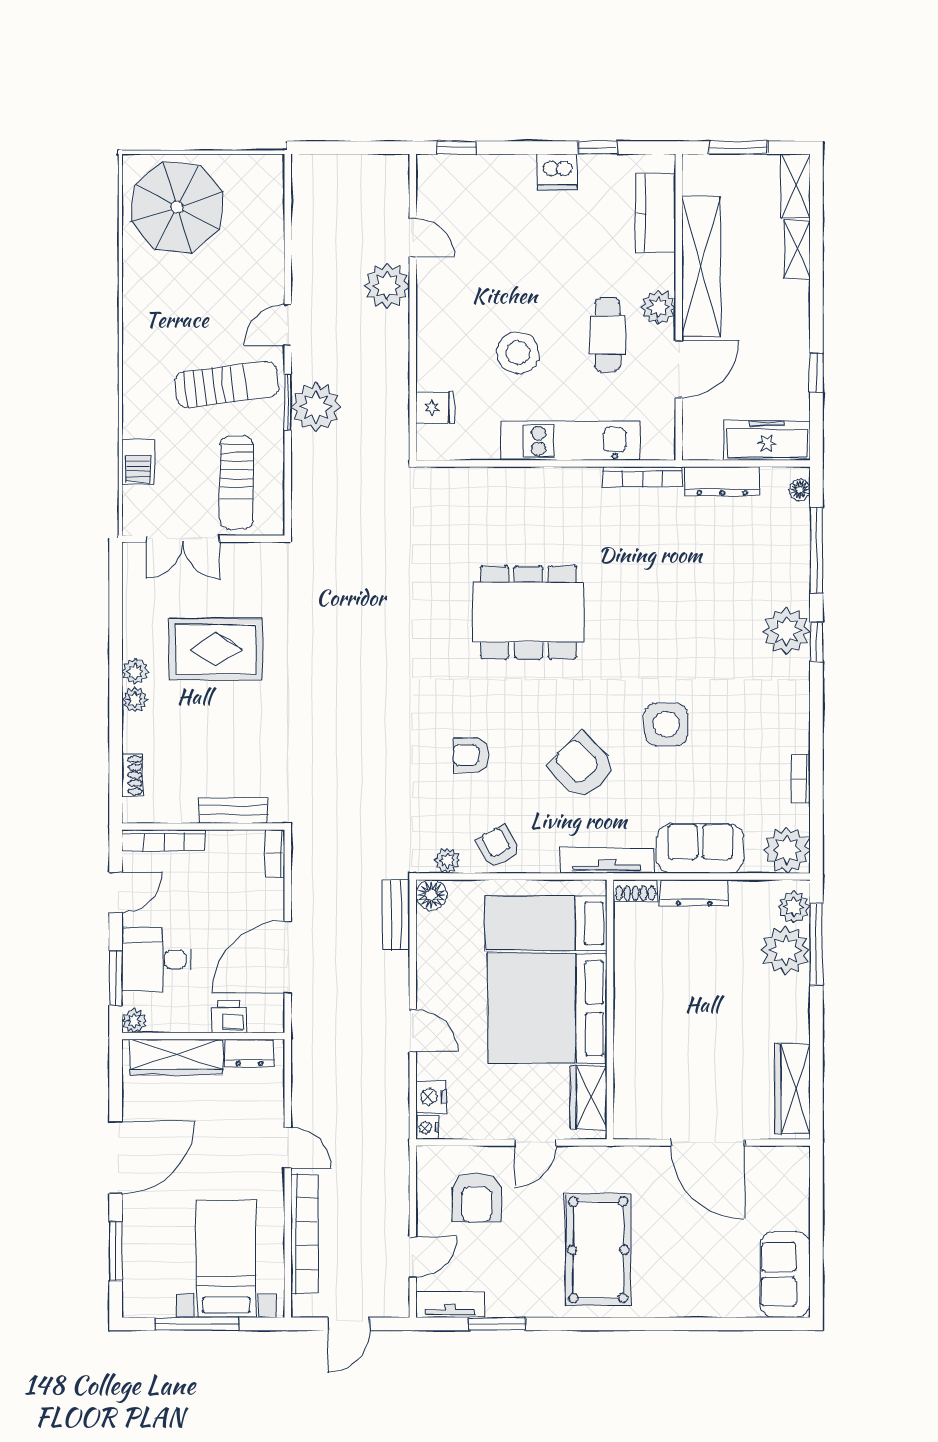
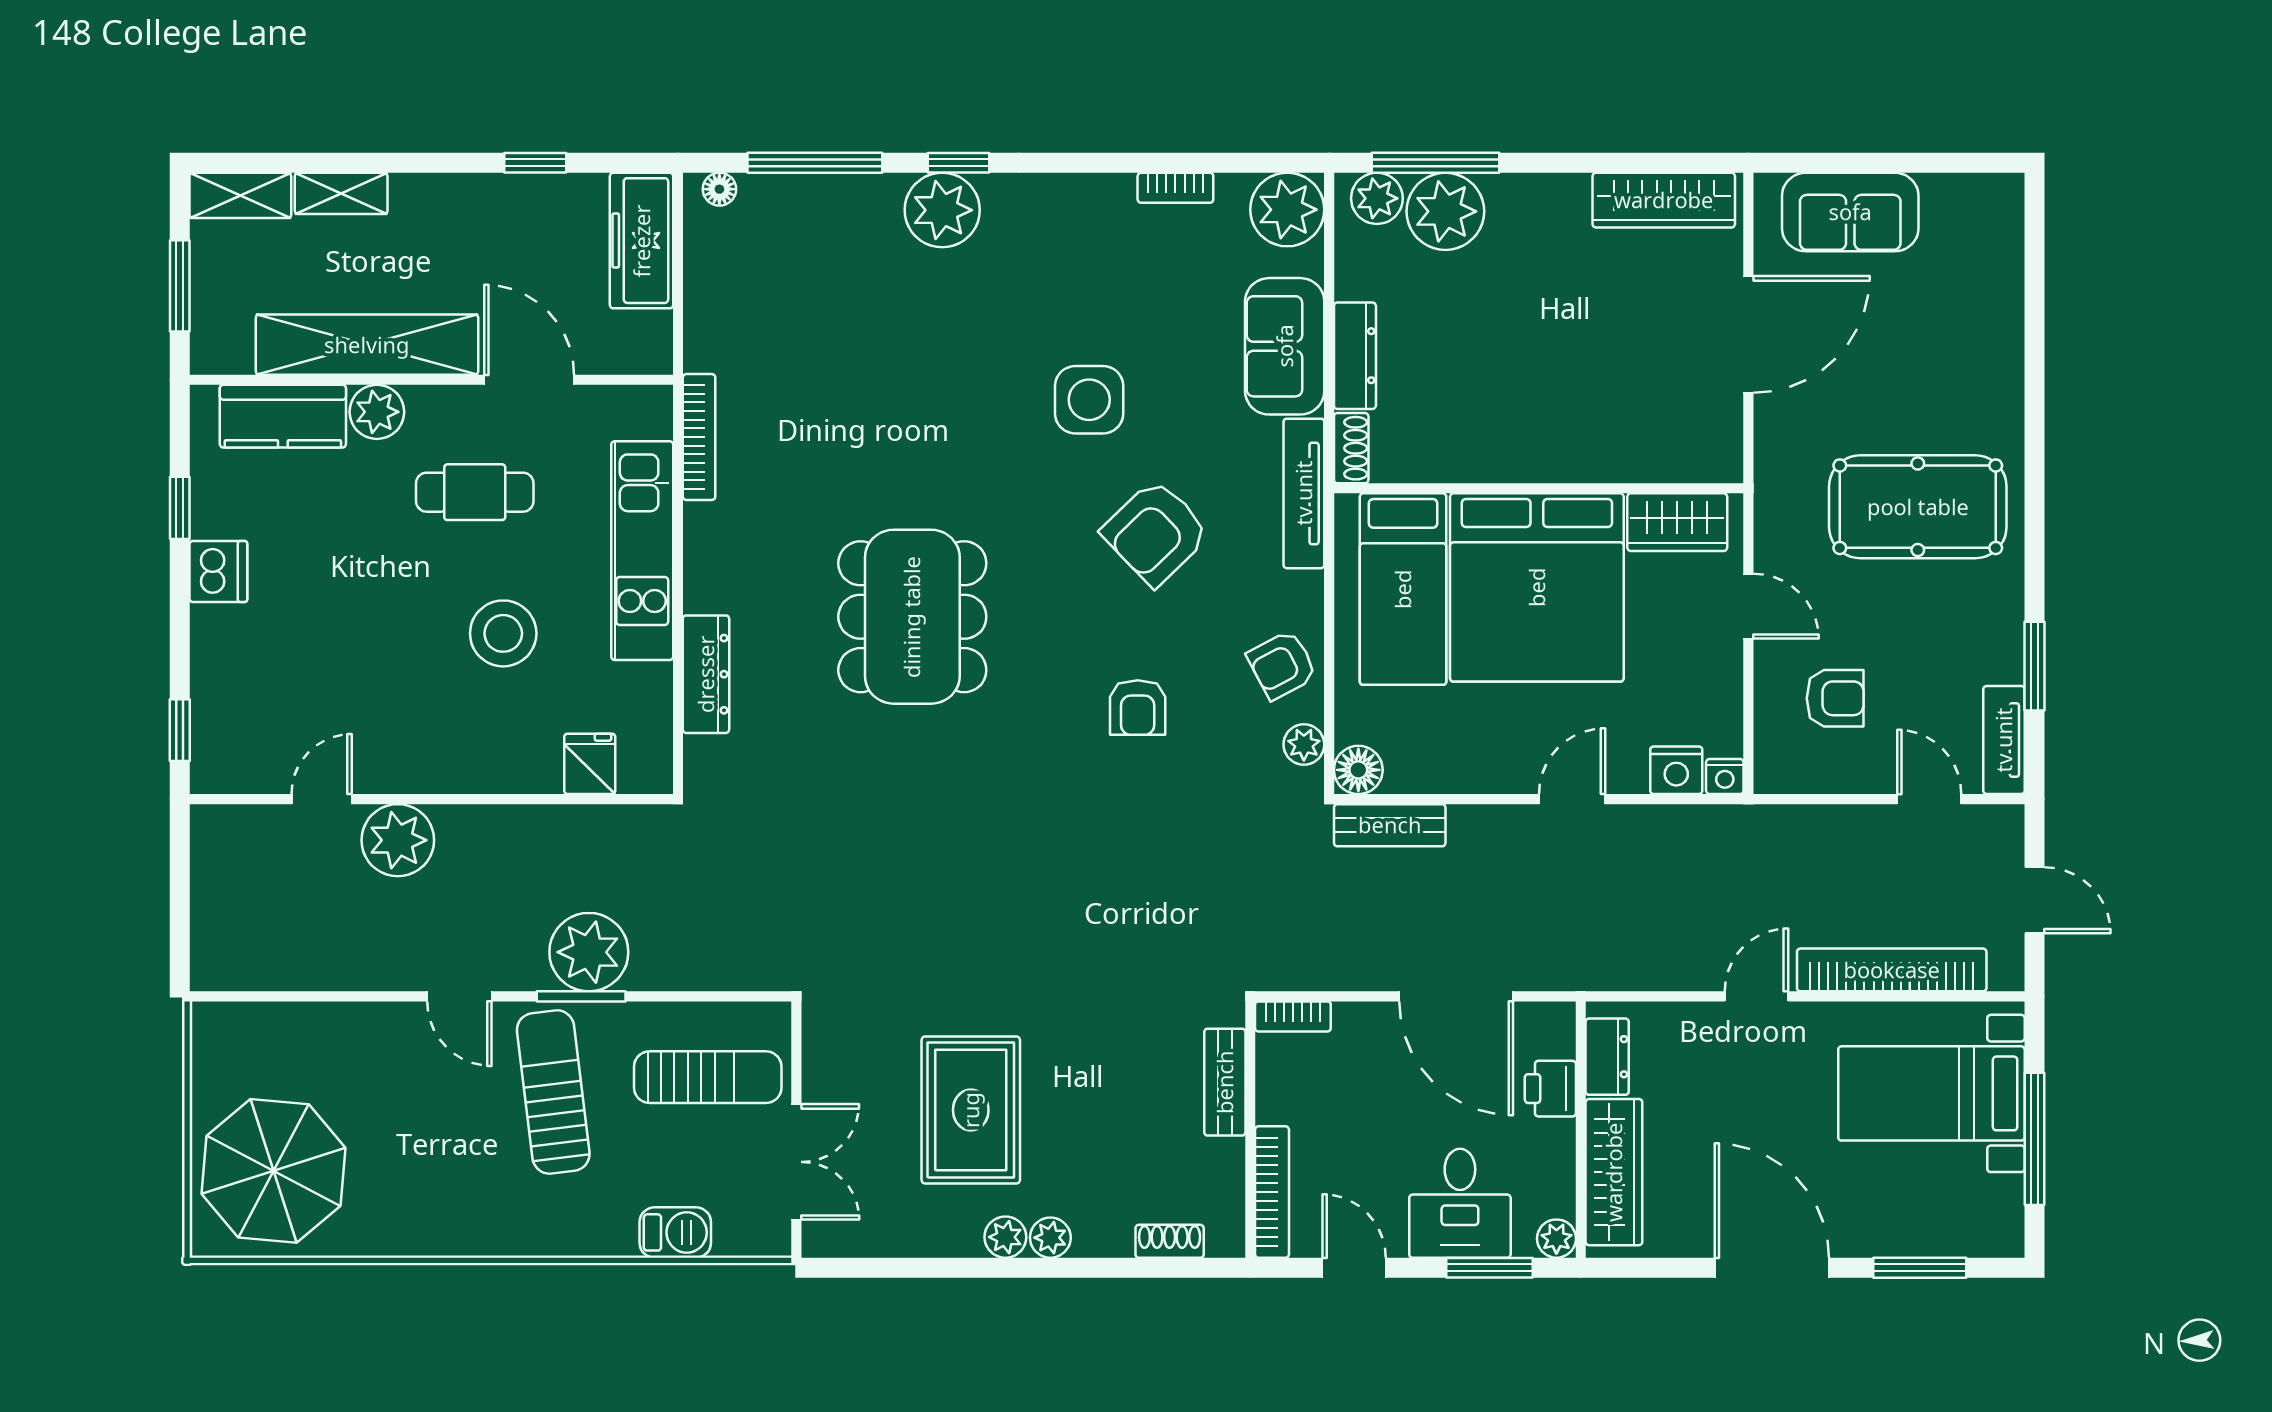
plant: (658, 307) -> (377, 412), moved
dresser: (722, 481) -> (706, 674), moved
armchair: (477, 1197) -> (1835, 698), width x0.72, depth x0.72
sofa: (785, 1274) -> (1850, 212), moved

